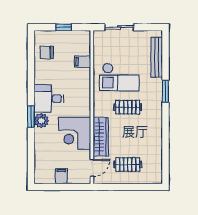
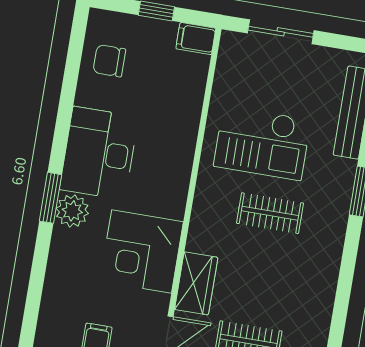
filing cabinet: (83, 62) -> (196, 39), moved
desk: (49, 99) -> (99, 153), width x1.37
wardrobe: (101, 137) -> (196, 283), width x0.67

